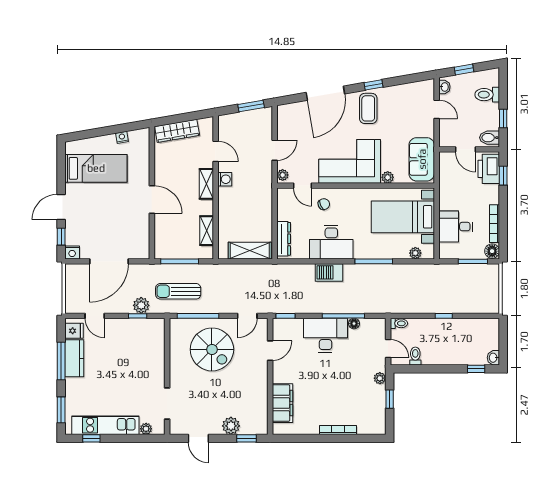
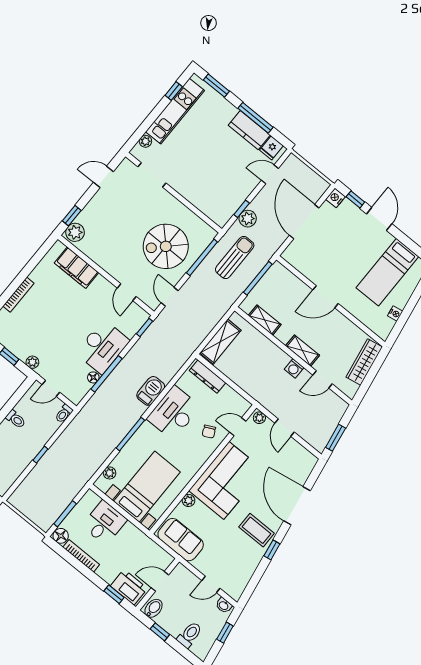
toilet: (415, 356) -> (16, 419), moved
plant: (231, 426) -> (75, 232), moved

